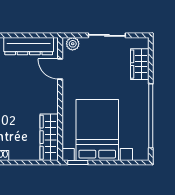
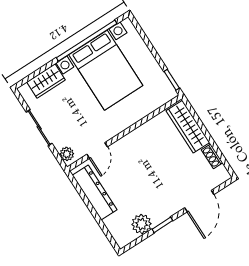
bed with nightstands: (97, 130) -> (106, 70), moved, turned -90
wardrobe: (49, 137) -> (188, 127), moved, turned 90

